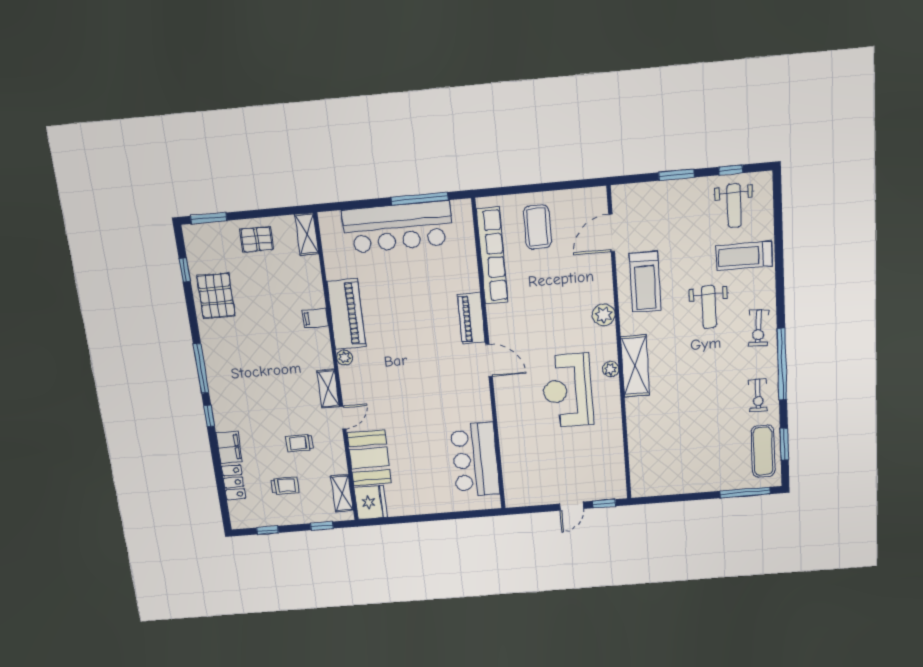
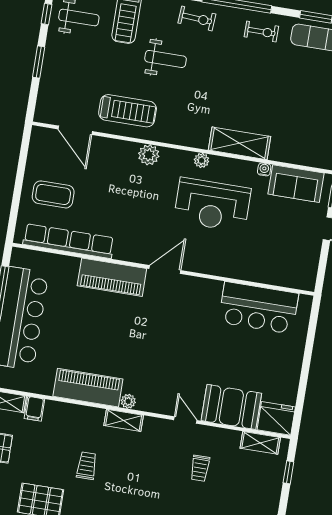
filing cabinet: (315, 318) -> (34, 409), moved
piano: (471, 318) -> (112, 277), width x1.37, depth x1.33
shelving: (635, 366) -> (239, 143), moved
shelving: (328, 389) -> (124, 420), moved
water cooler: (616, 432) -> (264, 169), added
sofa: (609, 465) -> (296, 184), added
trolley: (285, 486) -> (87, 466), moved

